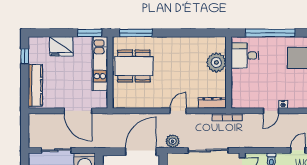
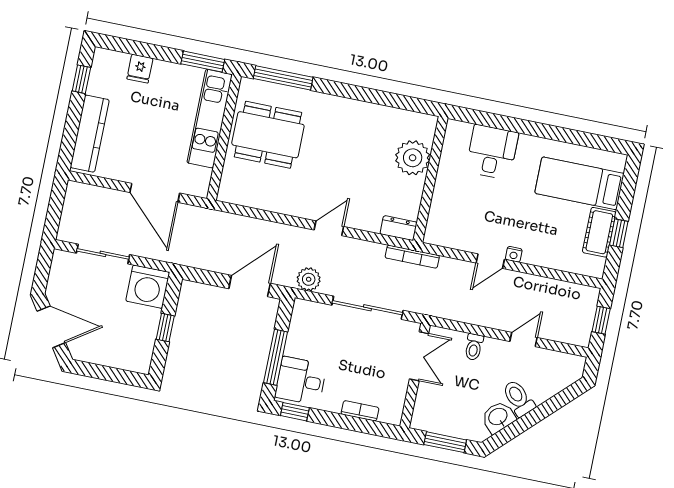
window: (270, 33) -> (517, 125), removed
fridge: (61, 46) -> (140, 69), width x0.53, depth x0.75
desk: (245, 56) -> (492, 152), moved, turned 90
dresser: (212, 103) -> (399, 228), width x0.70
door: (141, 152) -> (250, 286), width x0.73

